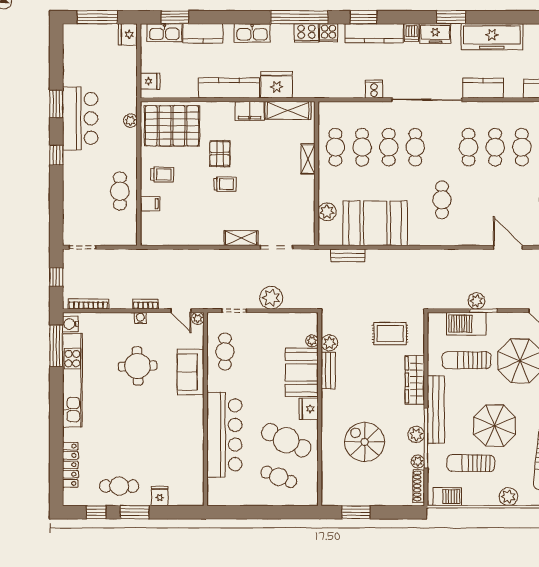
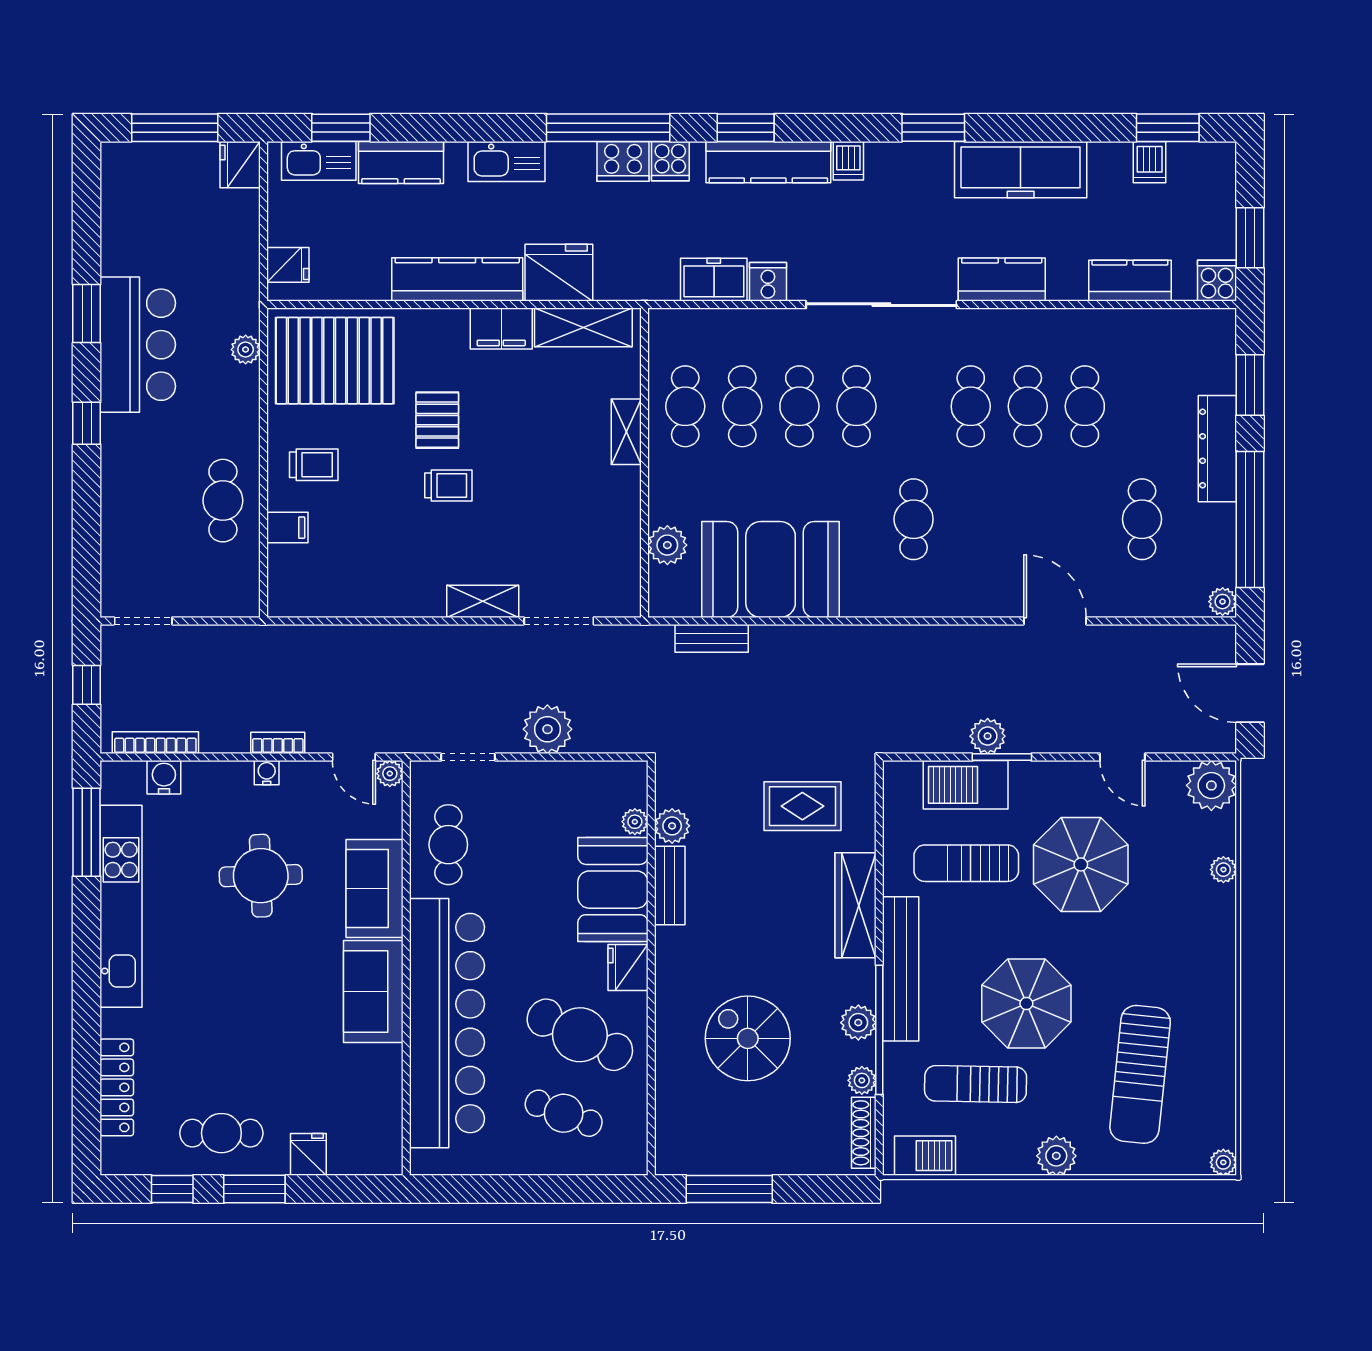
freezer: (435, 34) -> (714, 280), moved, turned 180
water cooler: (70, 324) -> (164, 777), moved, turned 90
sofa: (190, 420) -> (373, 991), added
bar counter: (224, 435) -> (447, 1023), width x1.36
window: (356, 512) -> (729, 1189), width x1.44

